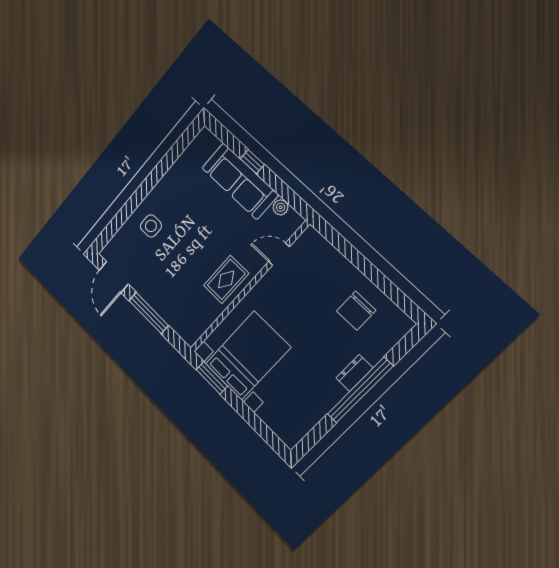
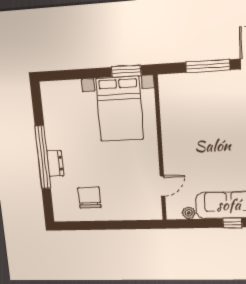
rug: (226, 279) -> (179, 140), removed

